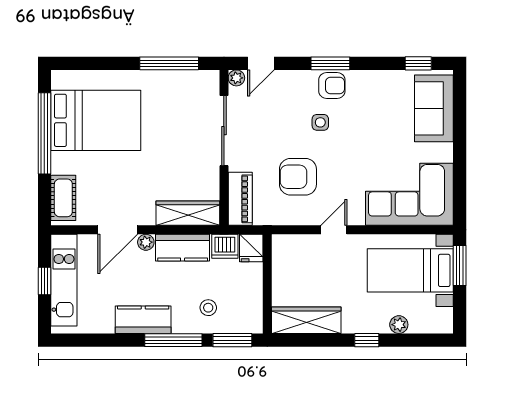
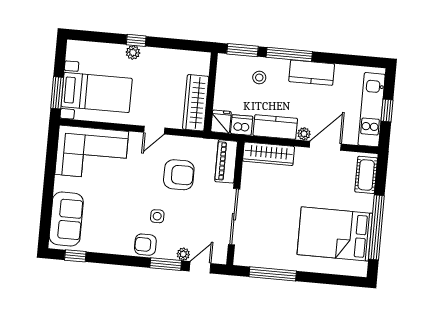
window: (330, 63) -> (166, 264), moved
plant: (236, 78) -> (183, 254), moved
wardrobe: (306, 320) -> (196, 103), moved, turned 90
plant: (399, 325) -> (133, 52), moved

